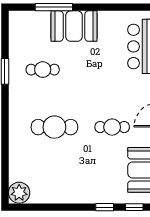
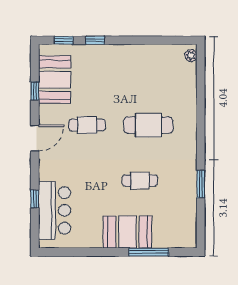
cafe table: (43, 70) -> (140, 181), moved
plant: (19, 193) -> (191, 56), width x0.53, depth x0.53

